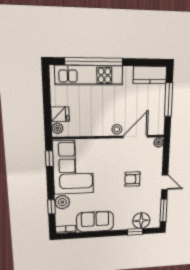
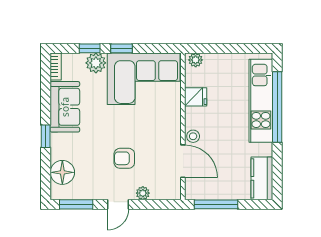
window: (169, 100) -> (216, 204), moved
fridge: (60, 114) -> (196, 97), moved, turned -90
plant: (159, 142) -> (143, 193), moved
window: (49, 159) -> (121, 48), moved
armchair: (132, 179) -> (124, 158), turned -90
window: (135, 232) -> (46, 136), moved

